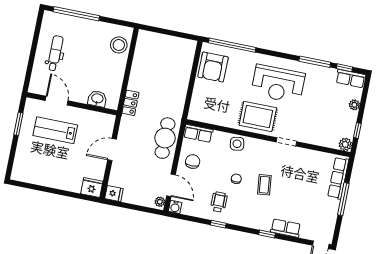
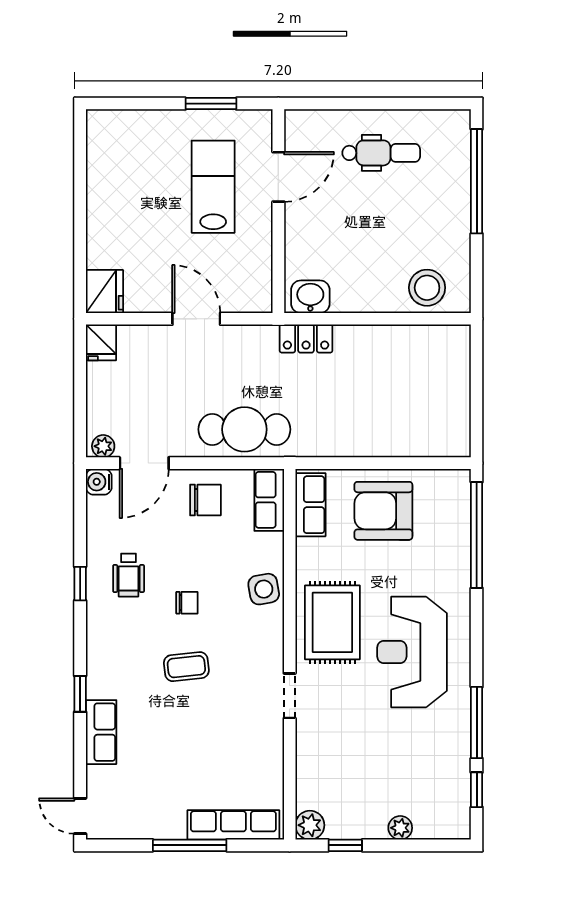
armchair: (213, 67) -> (383, 511), moved
row of seats: (351, 79) -> (310, 505), moved, turned 180
washbasin: (97, 99) -> (310, 297), moved, turned -90
wheelchair: (219, 202) -> (129, 575), turned 90

